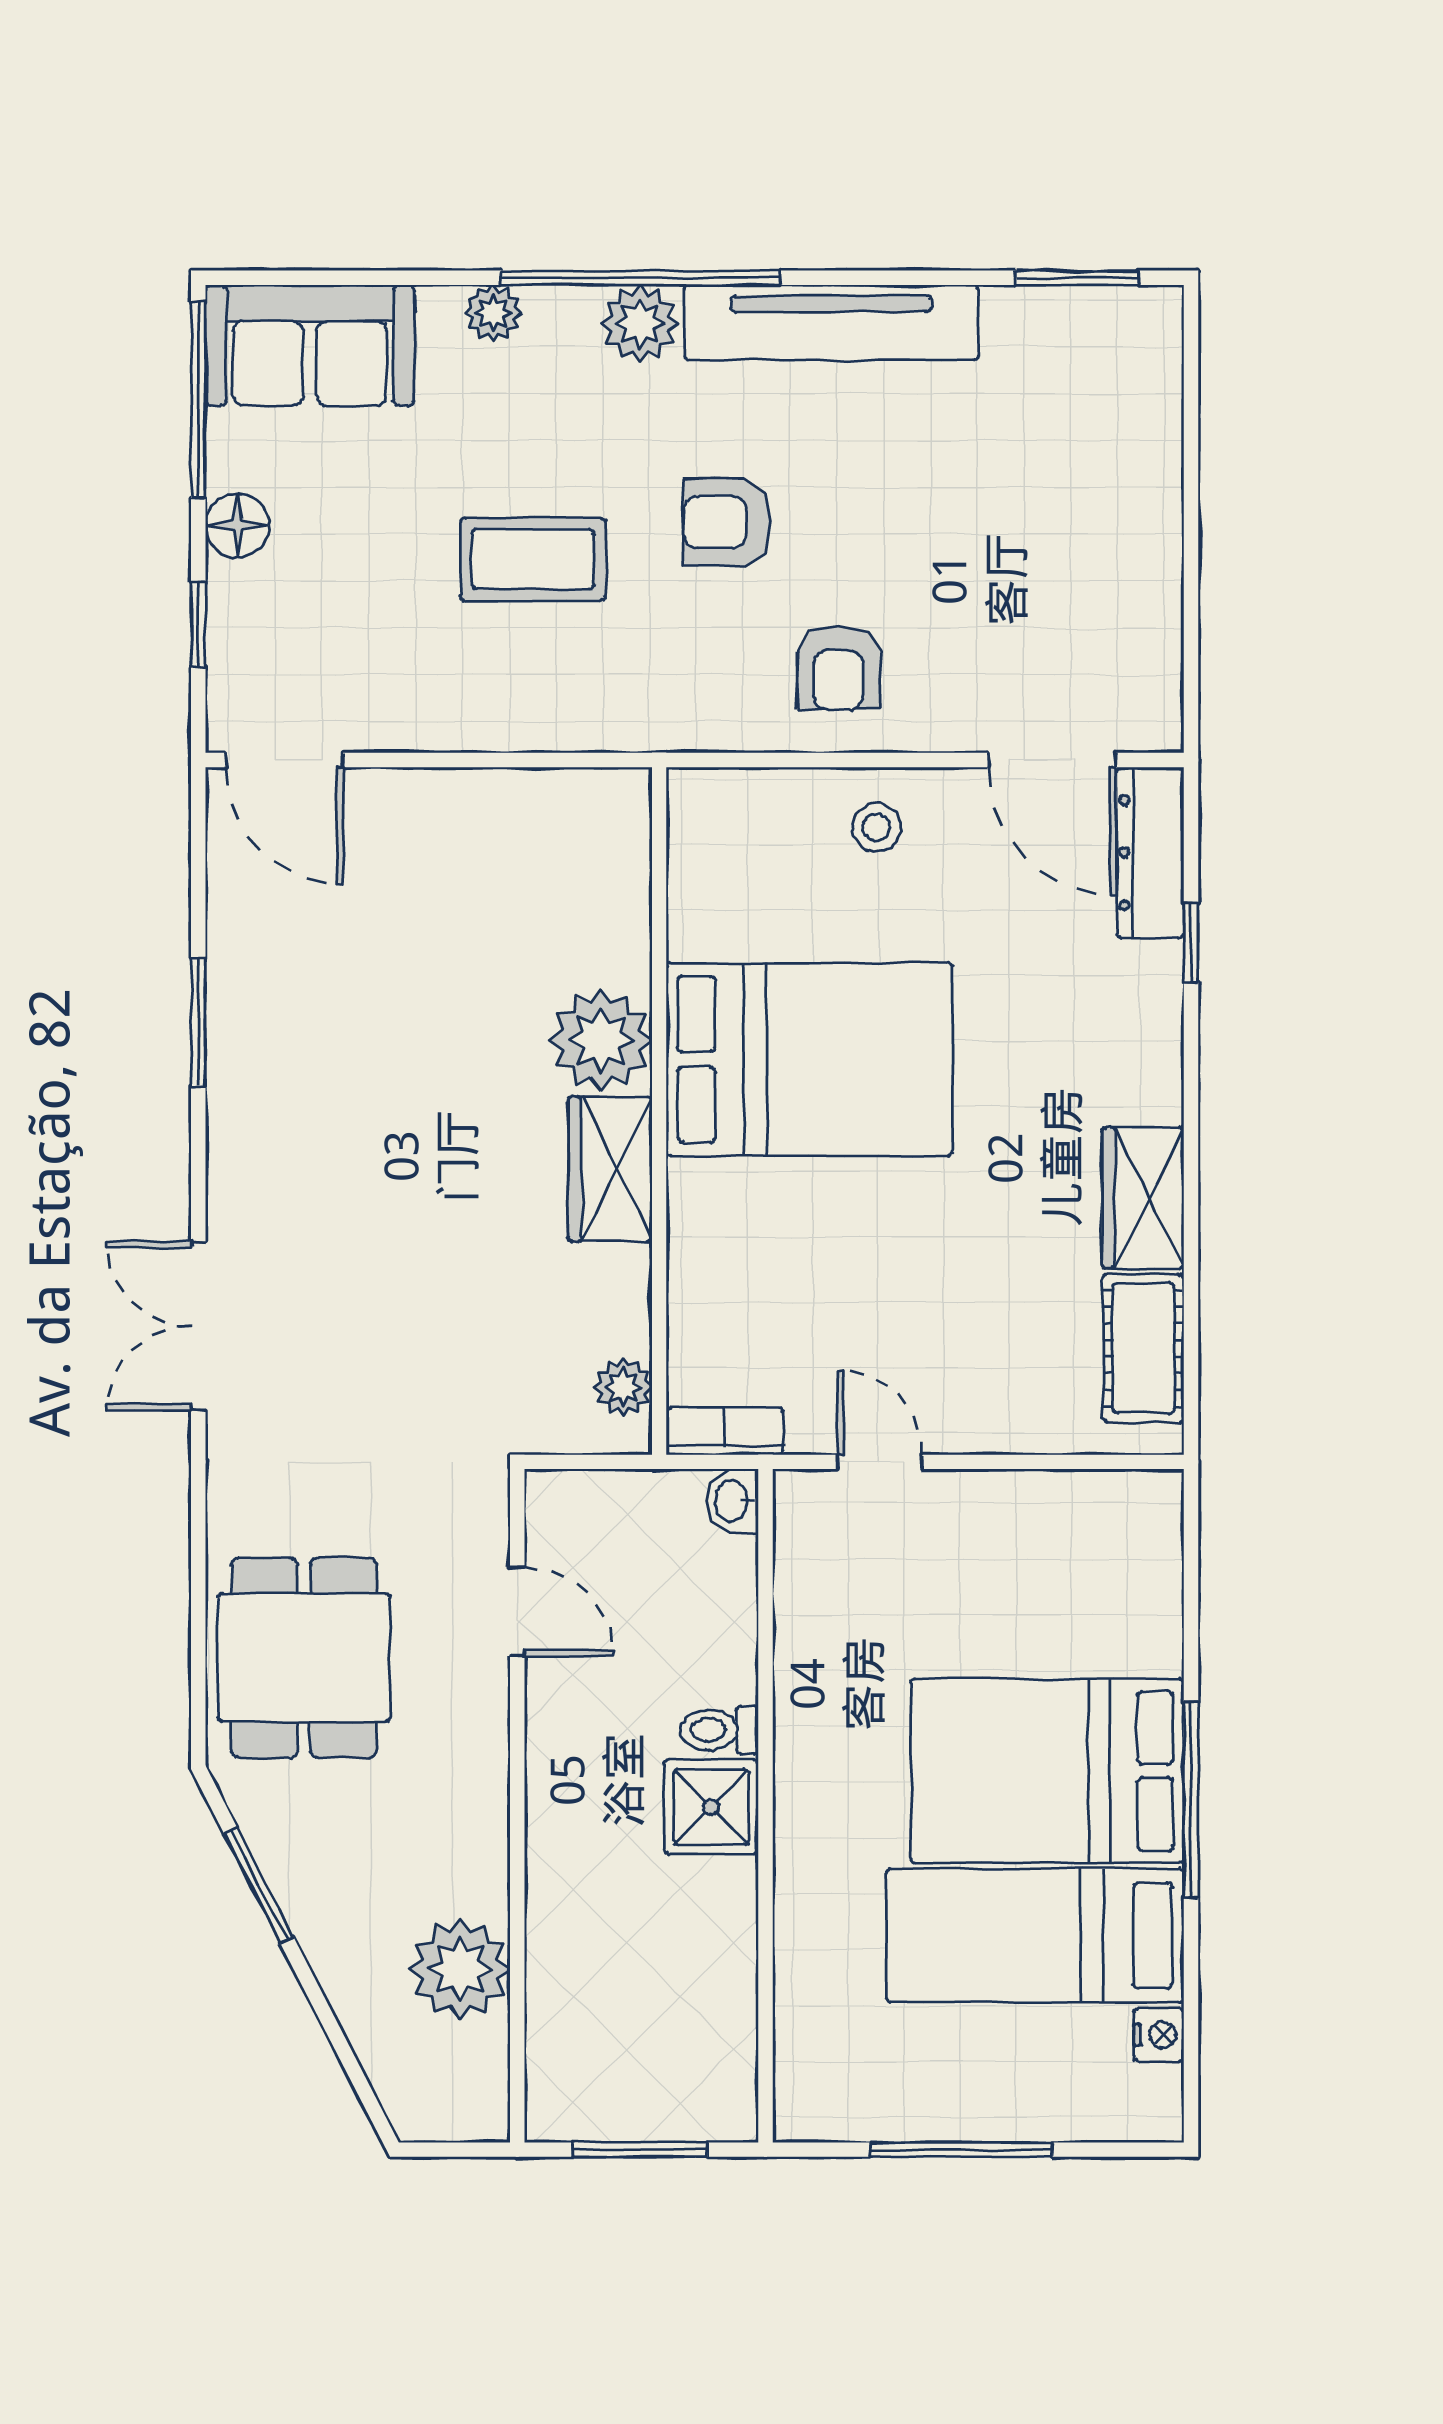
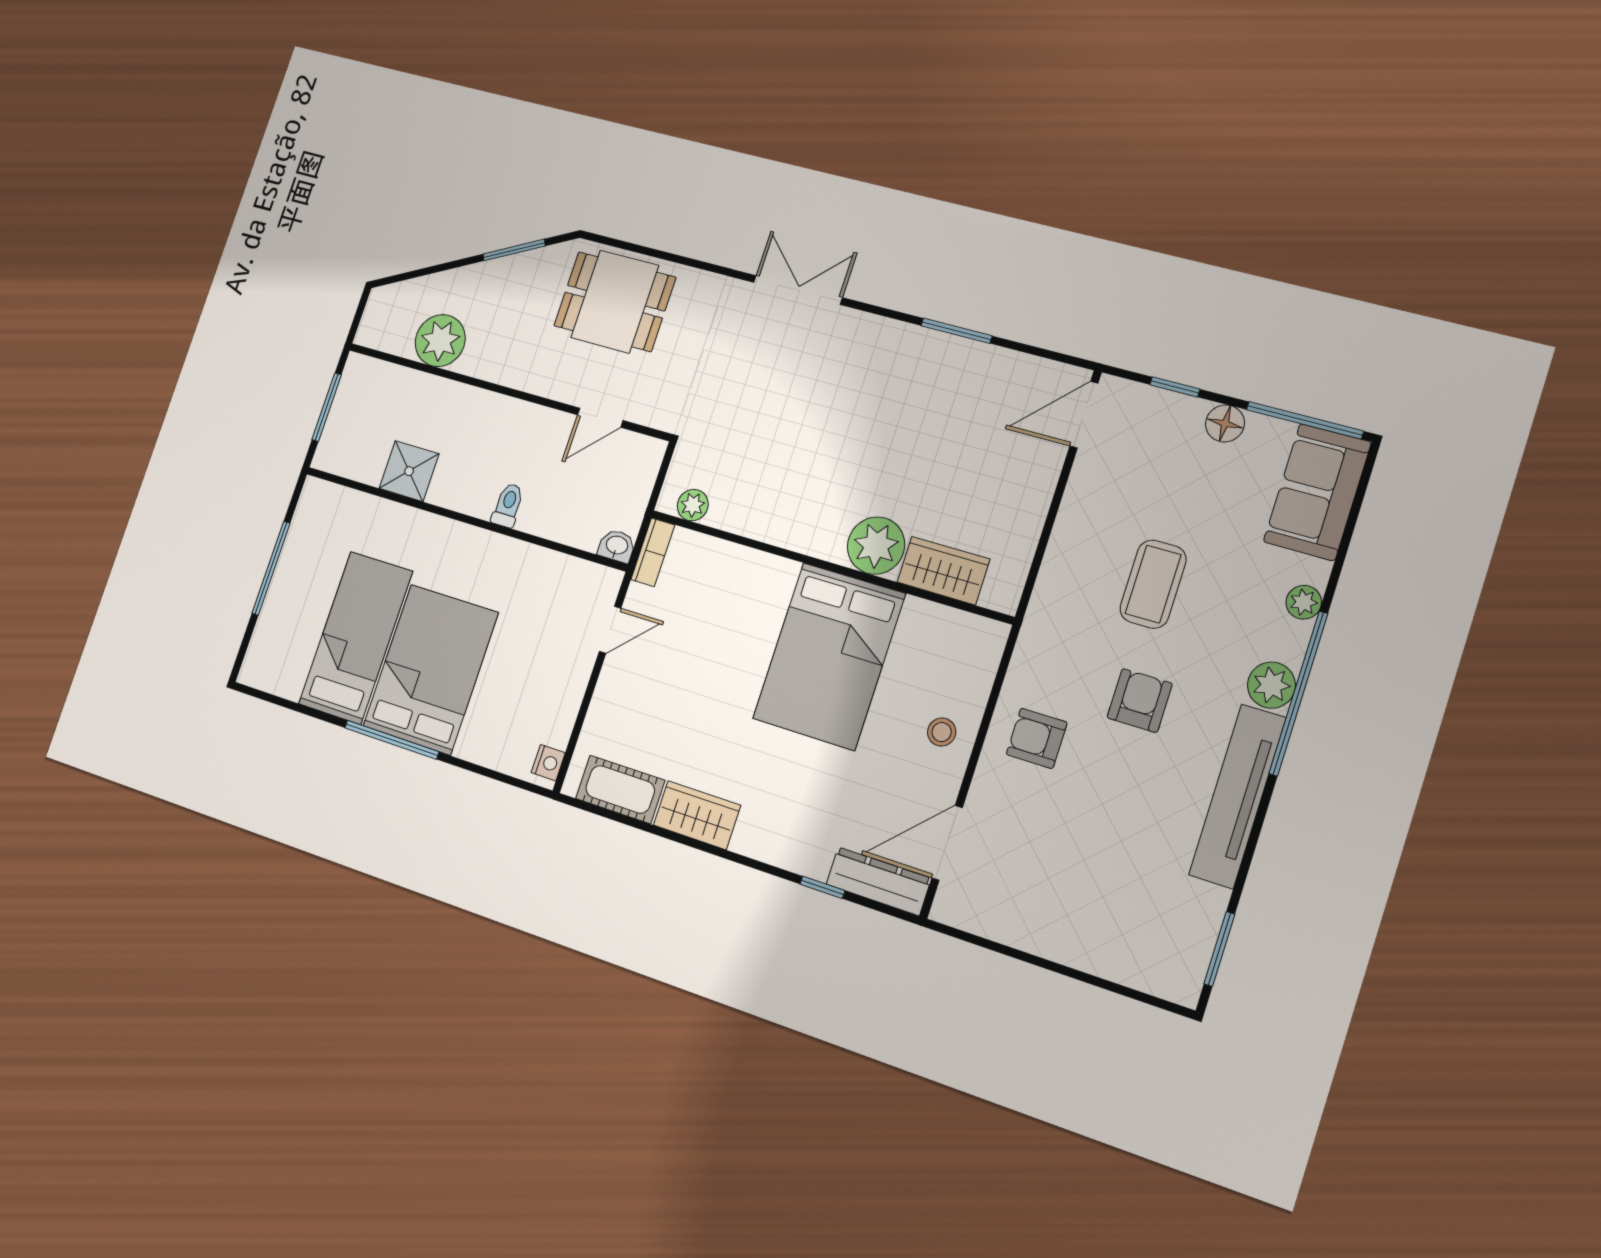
wardrobe: (610, 1169) -> (943, 571), moved
shower: (711, 1807) -> (409, 471), moved
nightstand: (1159, 2035) -> (548, 763), moved, turned -90

